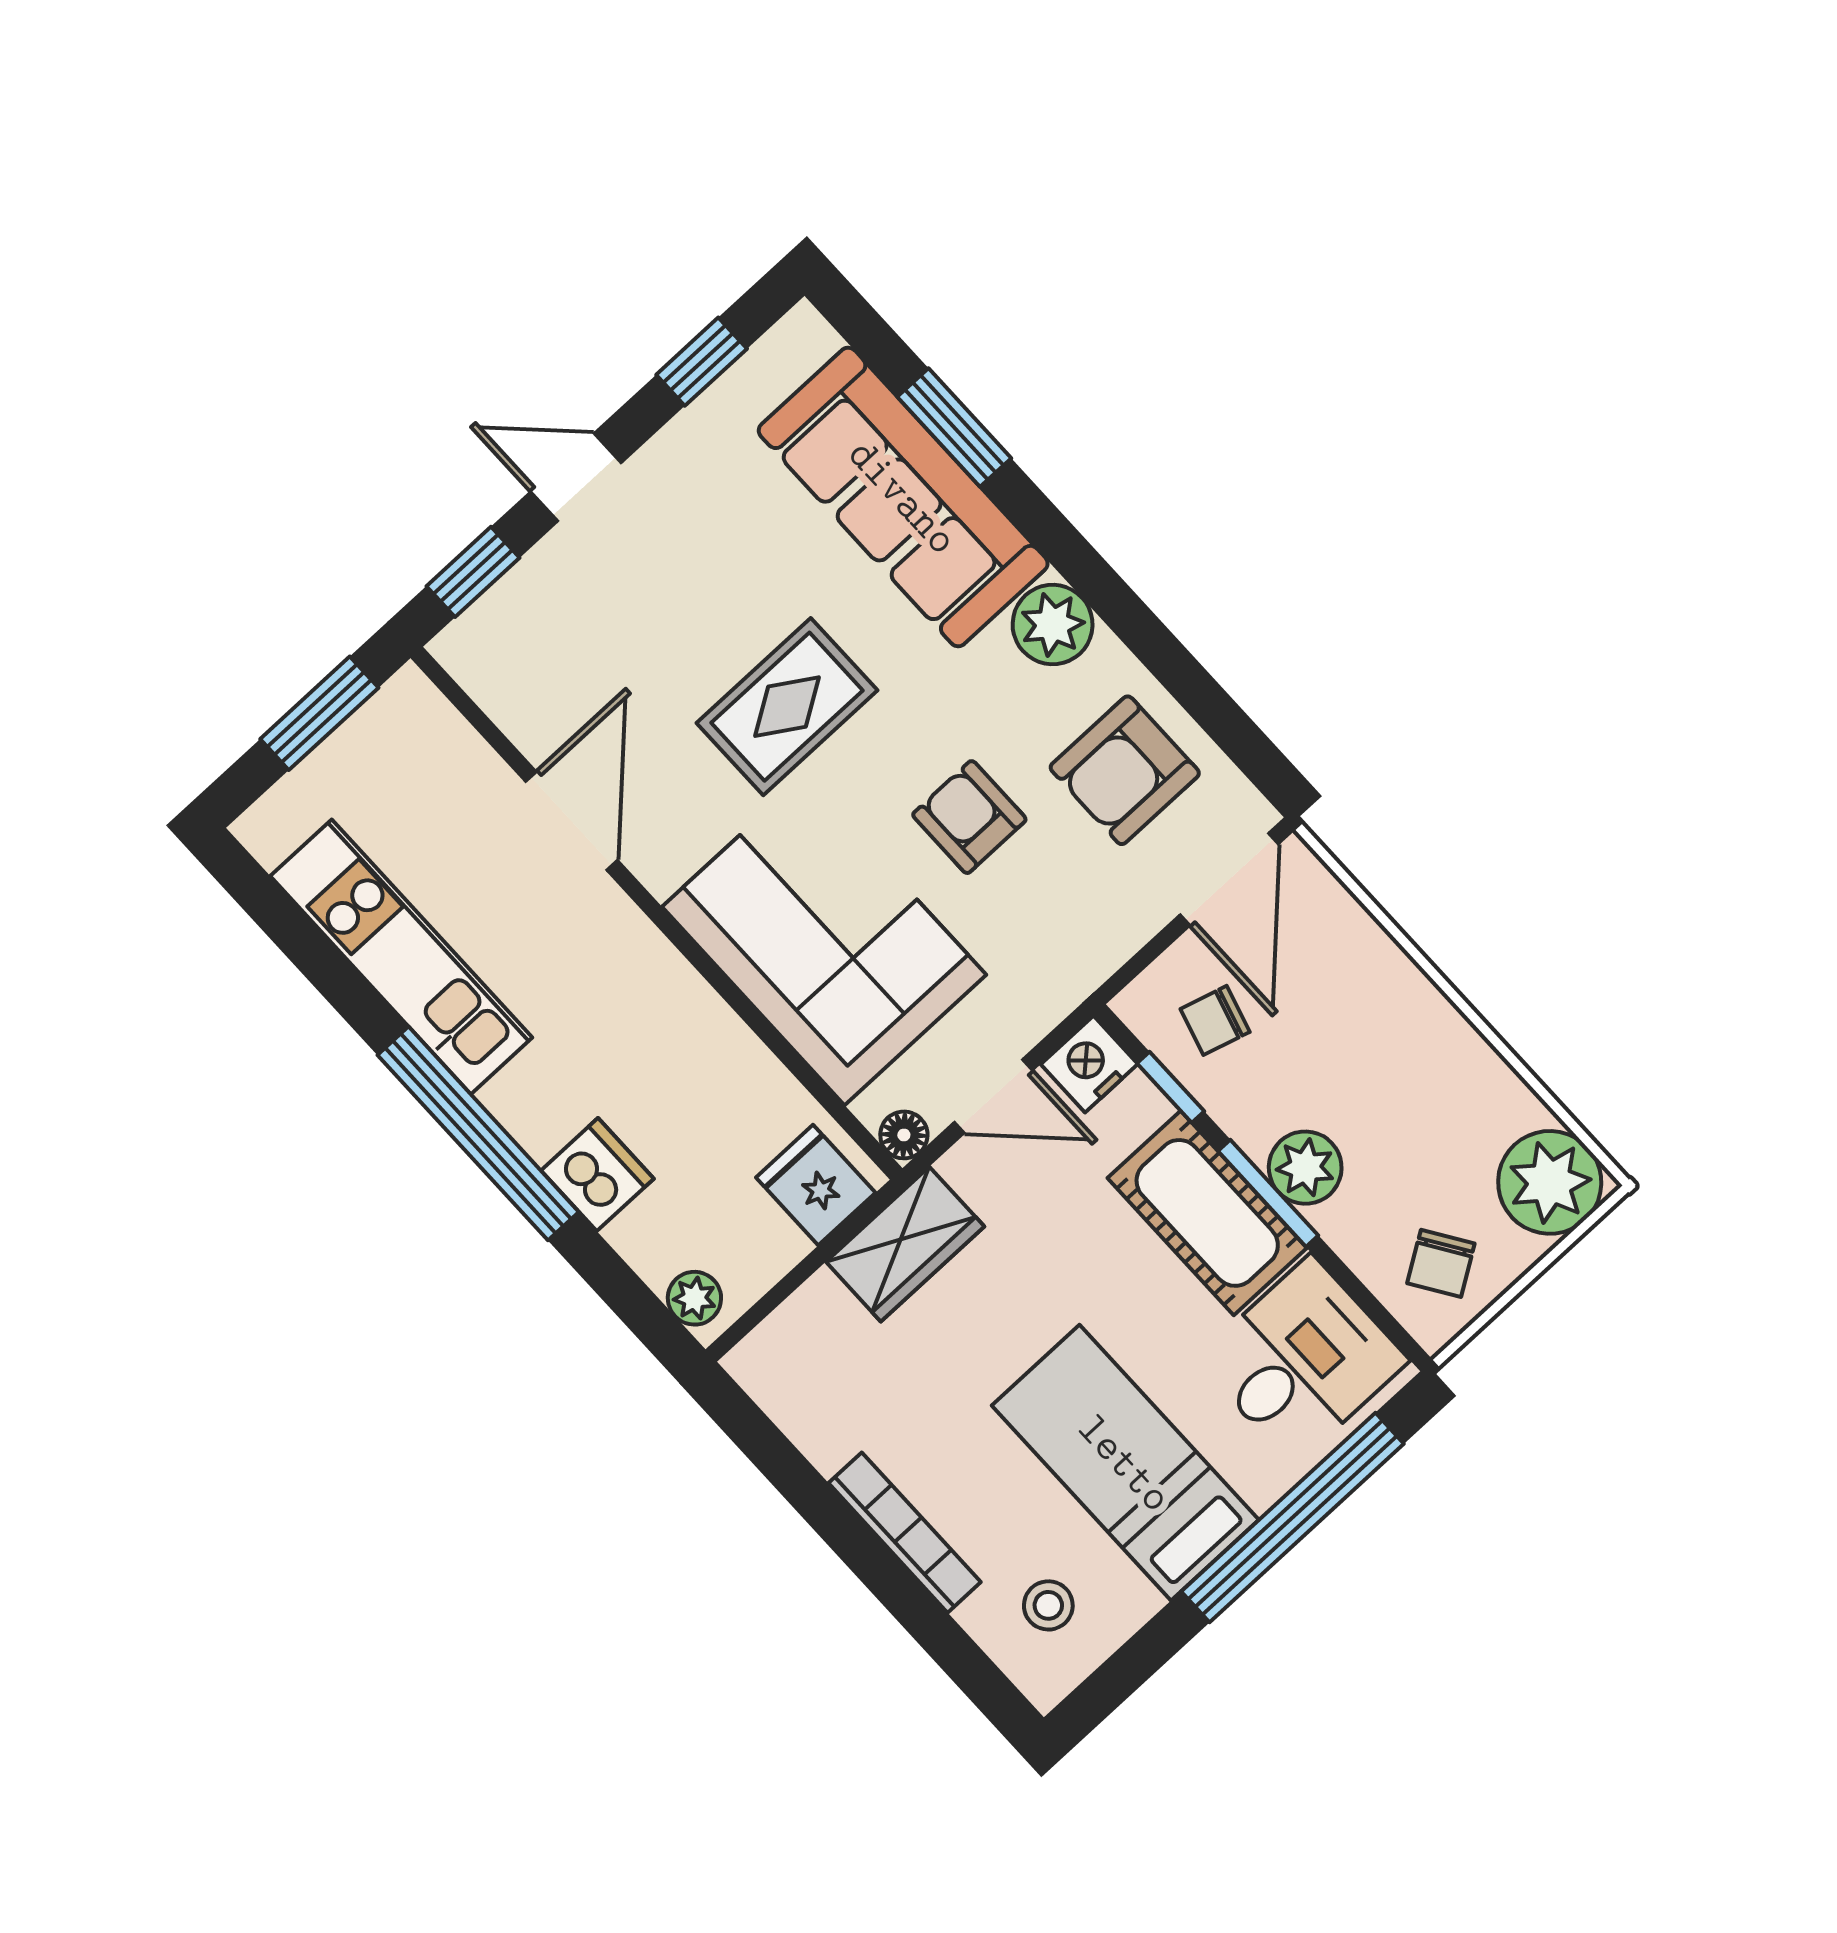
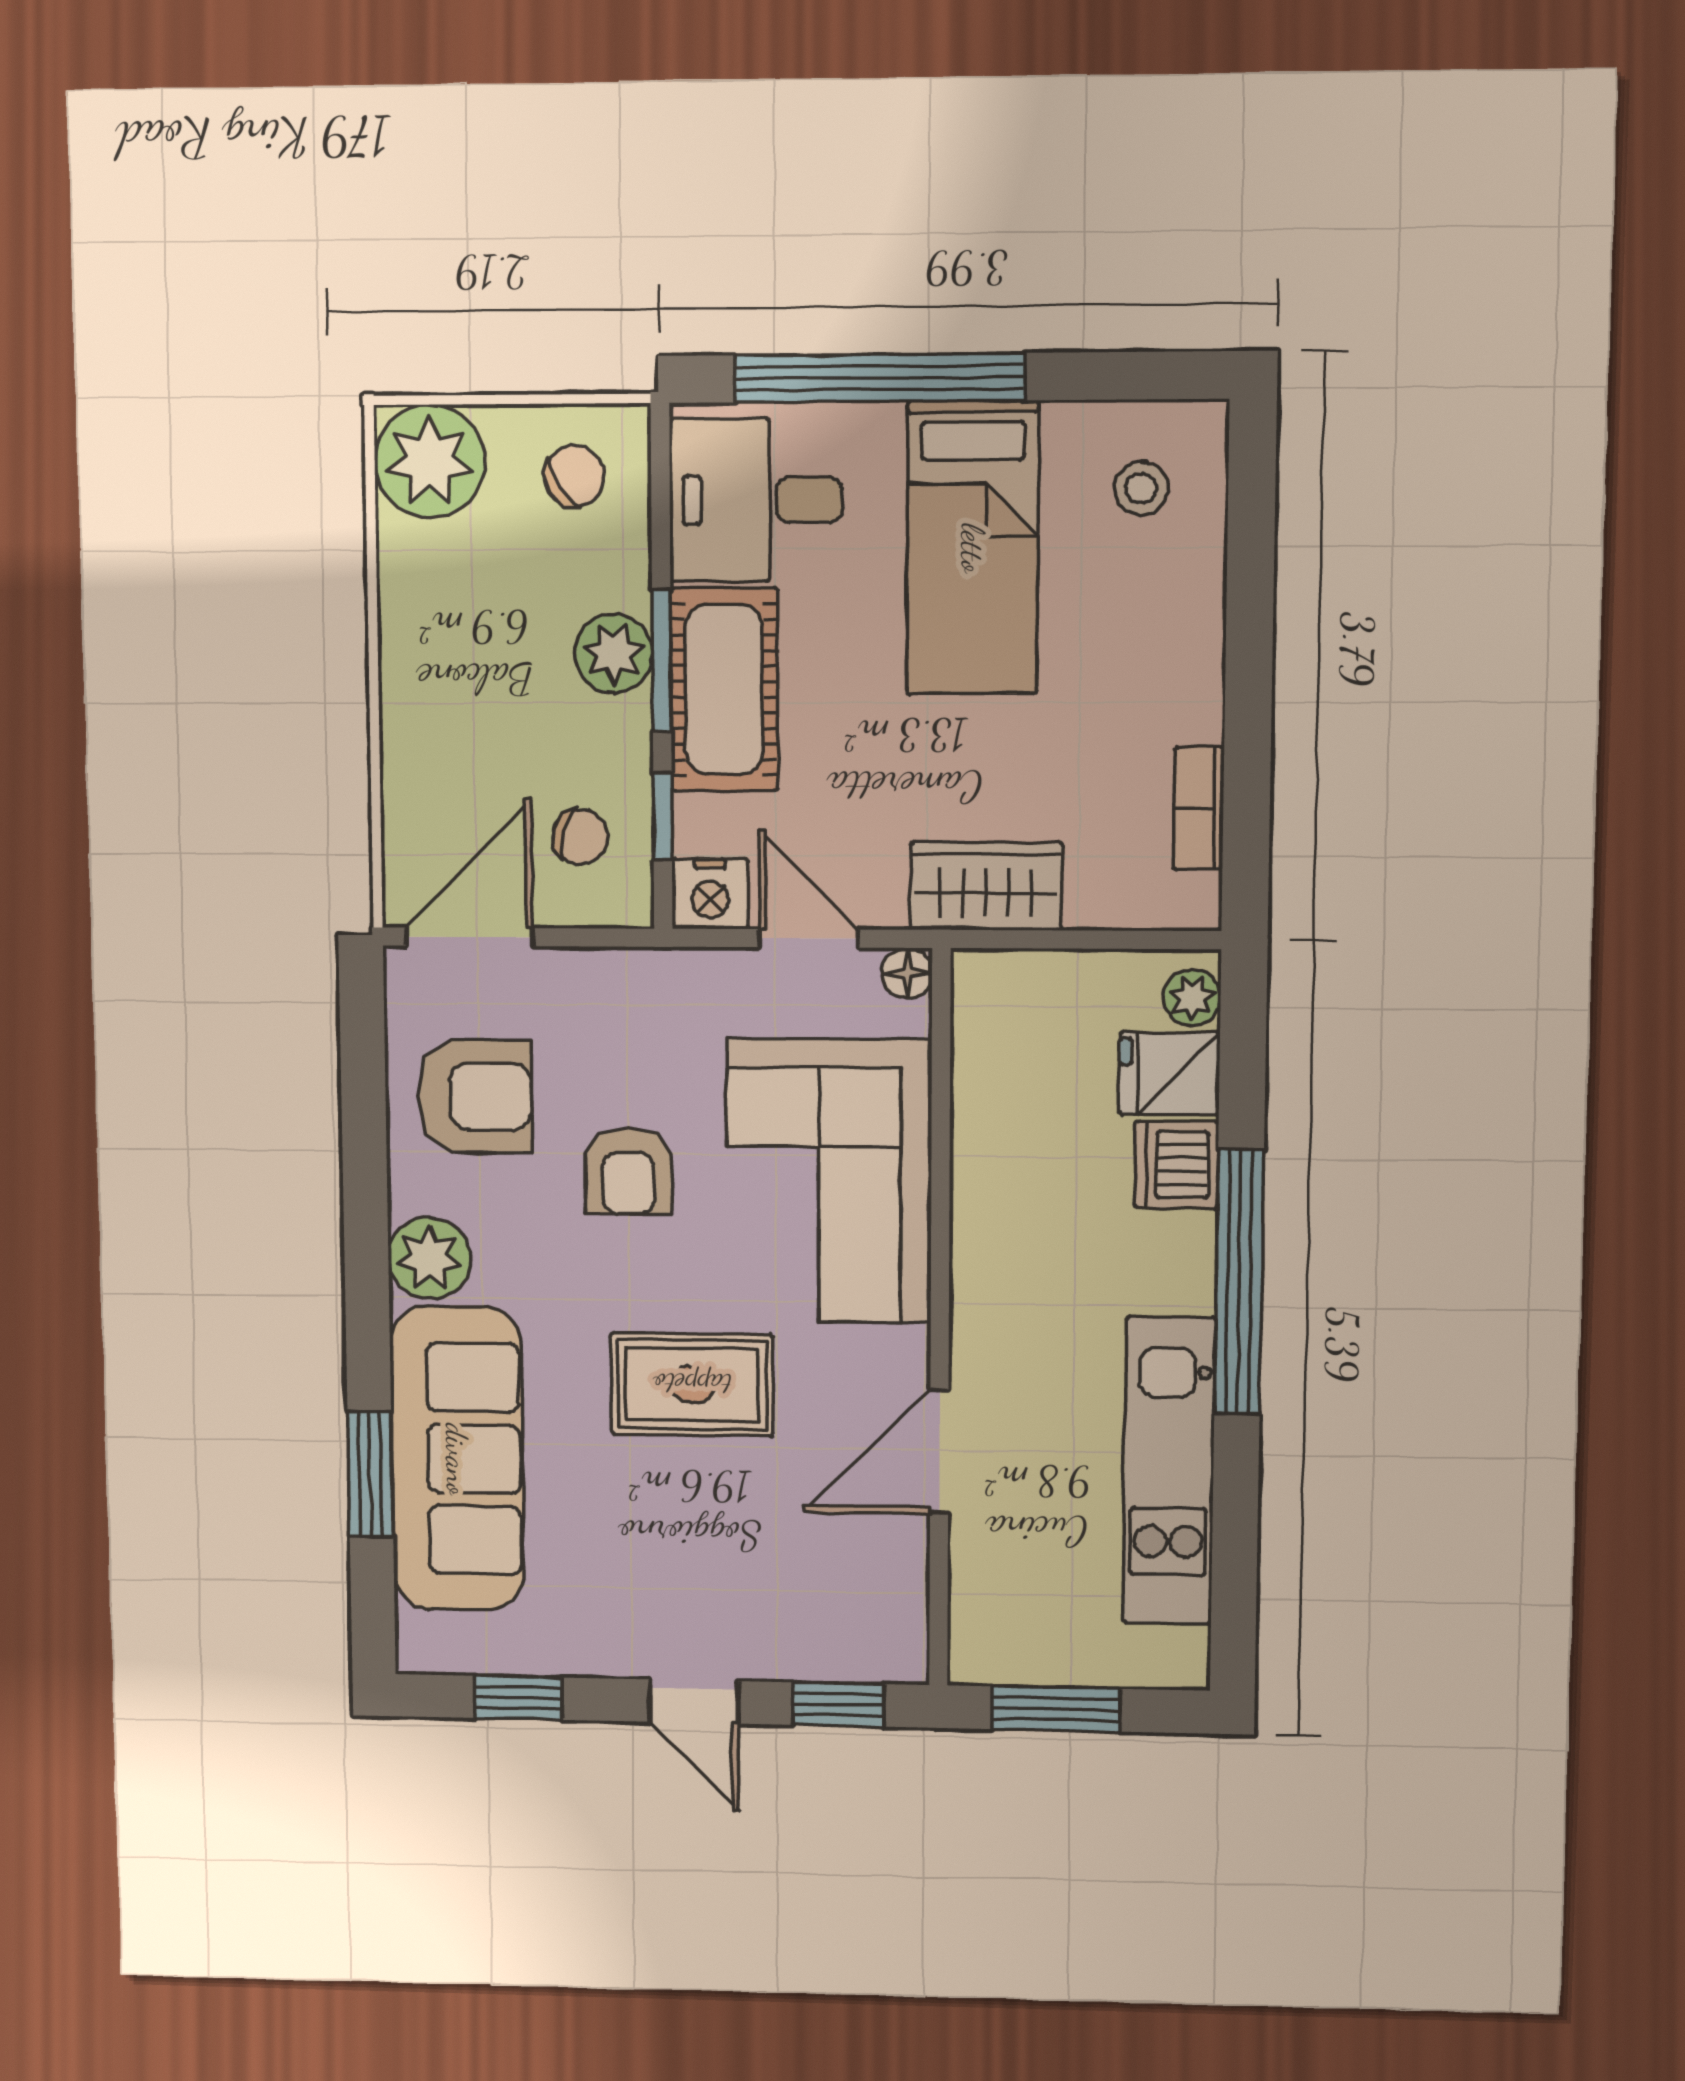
fridge: (816, 1185) -> (1169, 1073), moved, turned 90
bookcase: (905, 1533) -> (1199, 808), moved, width x0.64

